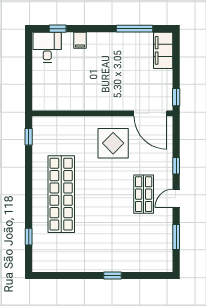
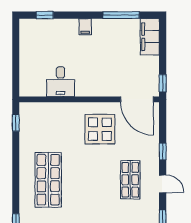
filing cabinet: (80, 40) -> (85, 27), moved
desk: (47, 47) -> (60, 82), moved, turned 180
shop shelf: (61, 194) -> (48, 180), width x0.71
door: (176, 198) -> (163, 184), swing flipped

